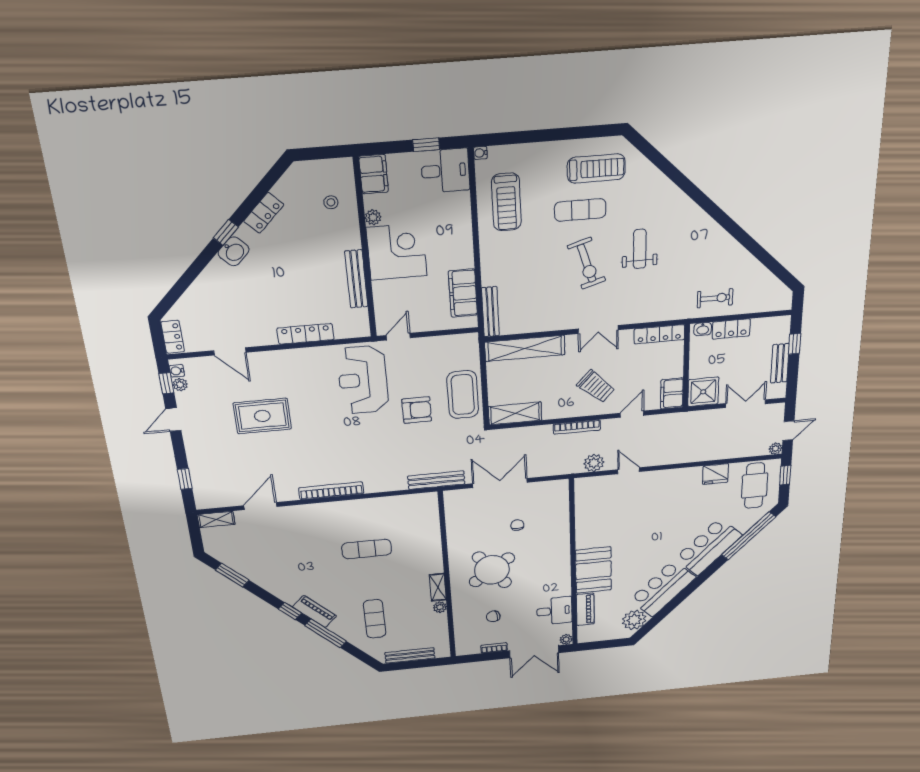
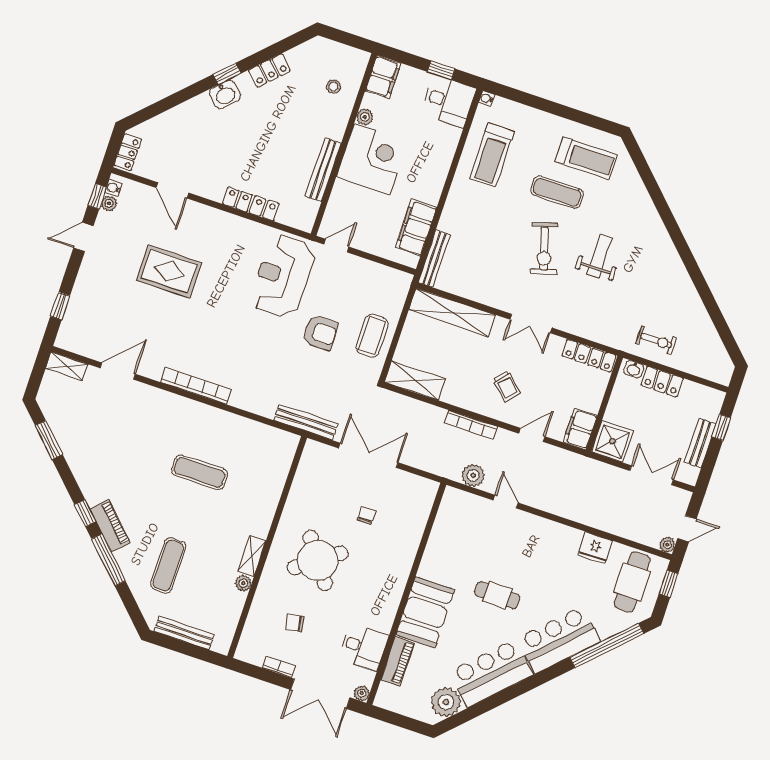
trolley: (596, 386) -> (507, 386), width x0.73, depth x0.72
coffee table: (463, 395) -> (372, 336), width x0.73, depth x0.76
cafe table: (647, 537) -> (497, 595), added

